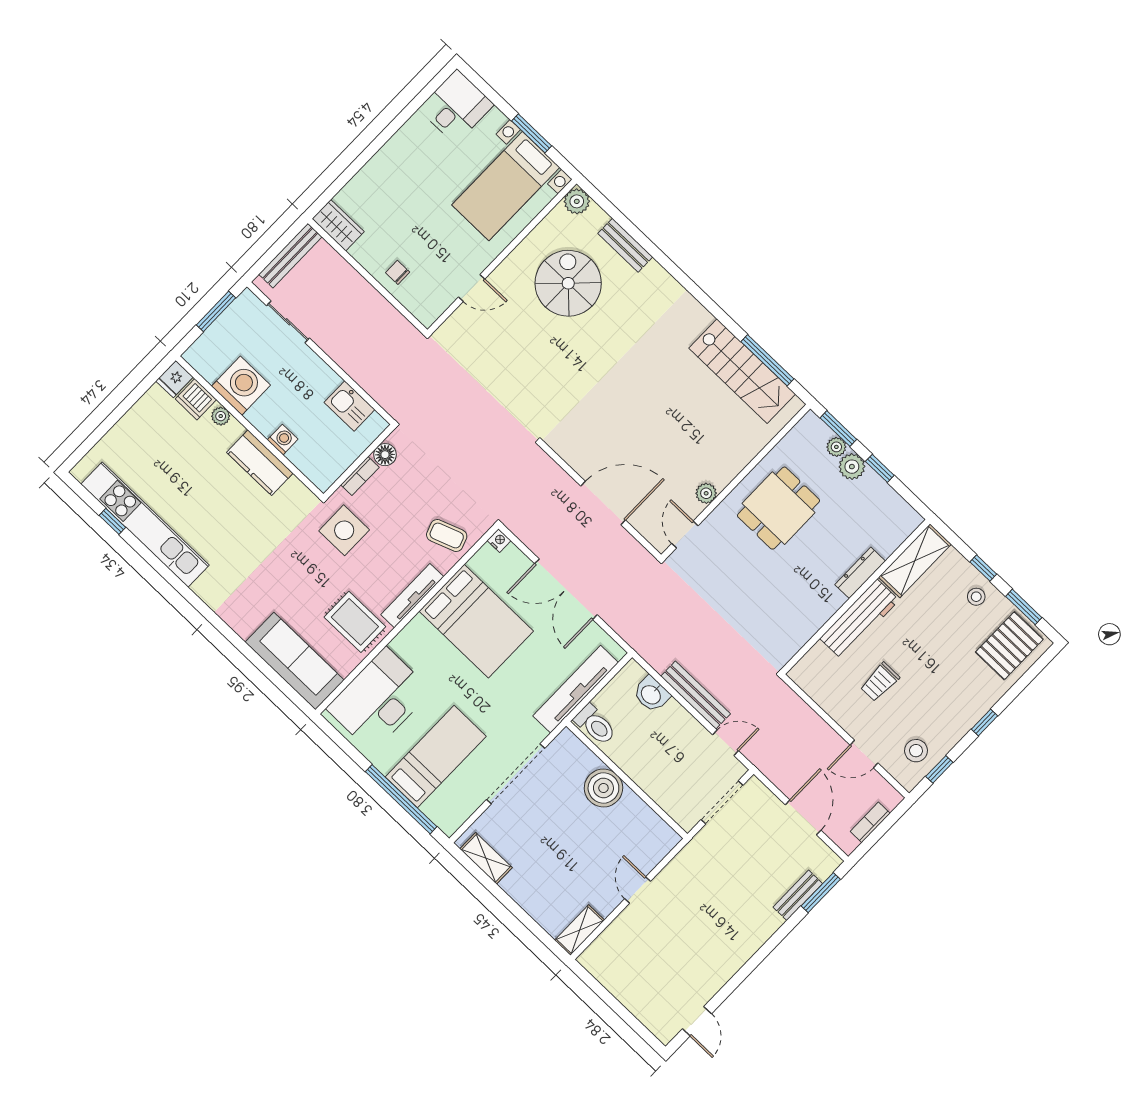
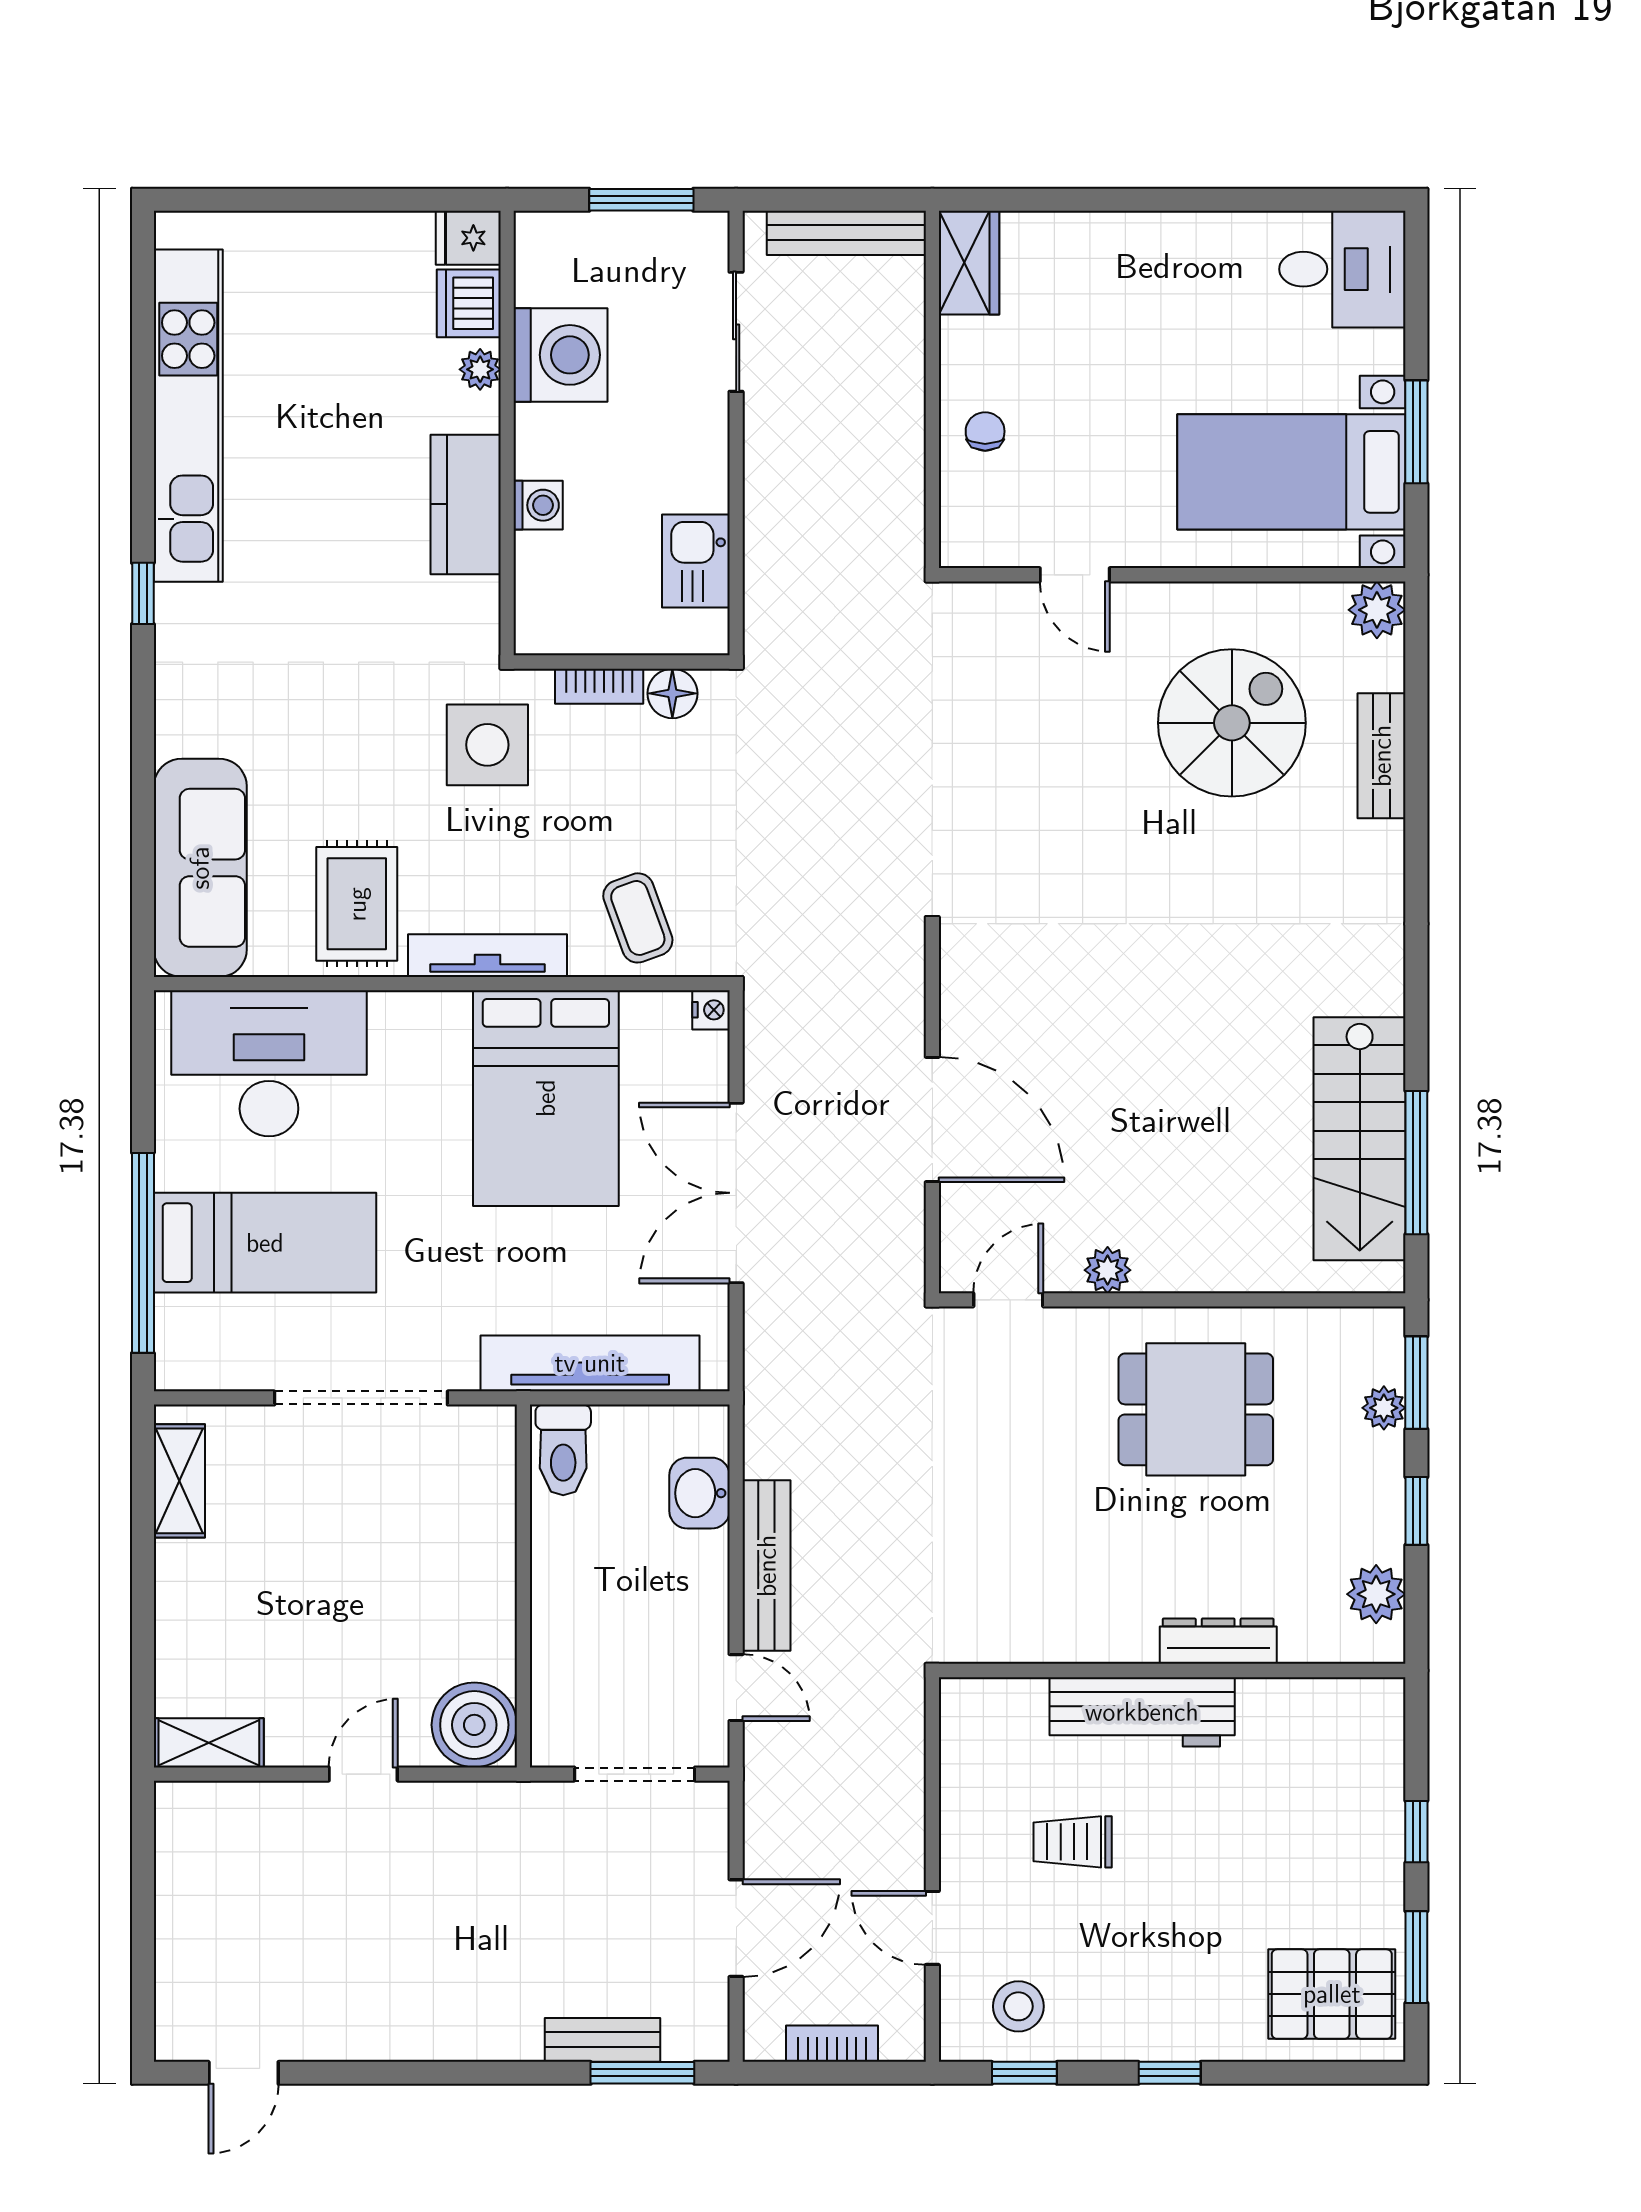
plant: (852, 467) -> (1376, 1594), moved
window: (112, 521) -> (143, 593), moved
shelving: (915, 561) -> (1322, 1710), removed
stool: (976, 597) -> (1359, 1865), removed
boiler: (603, 788) -> (474, 1725), moved

